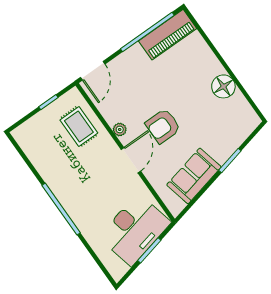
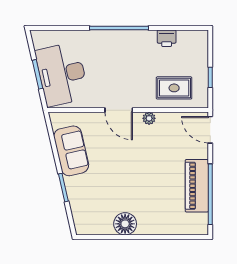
piano: (168, 35) -> (197, 186), moved
armchair: (163, 126) -> (128, 154), removed
printer: (41, 163) -> (167, 38), added

